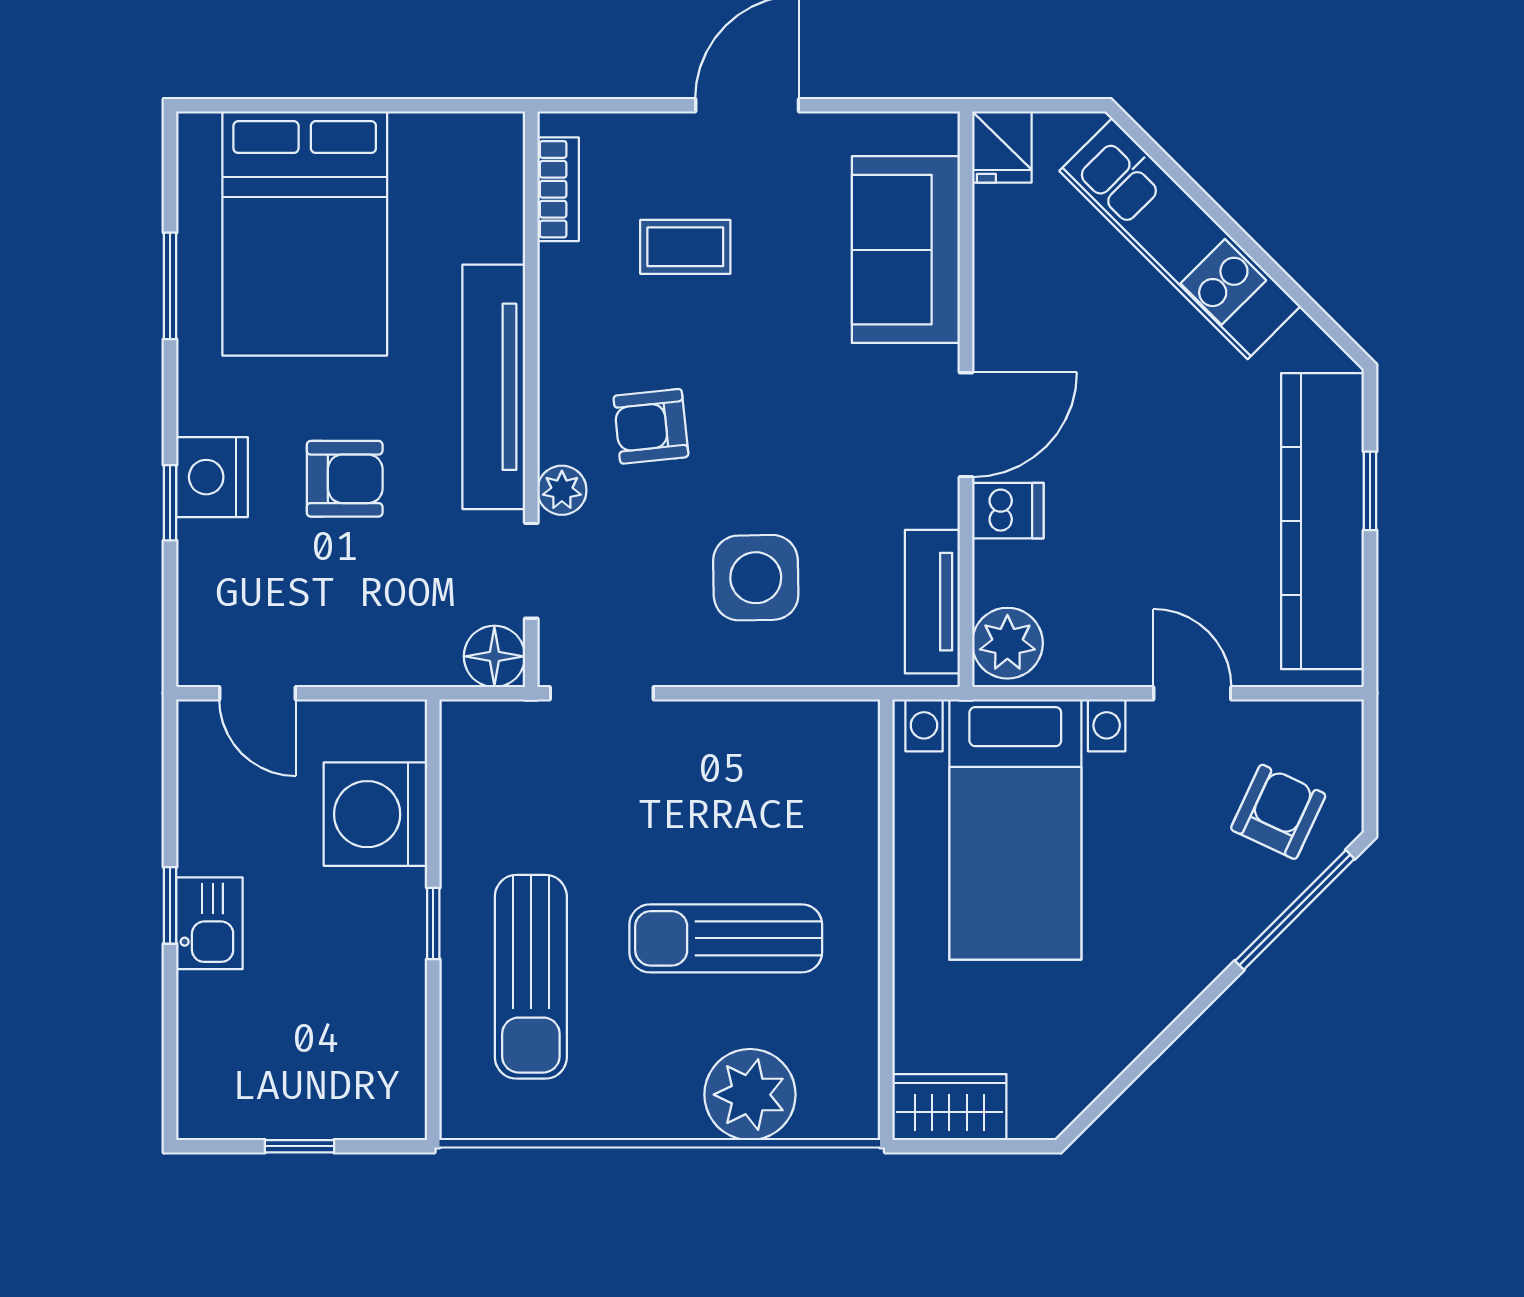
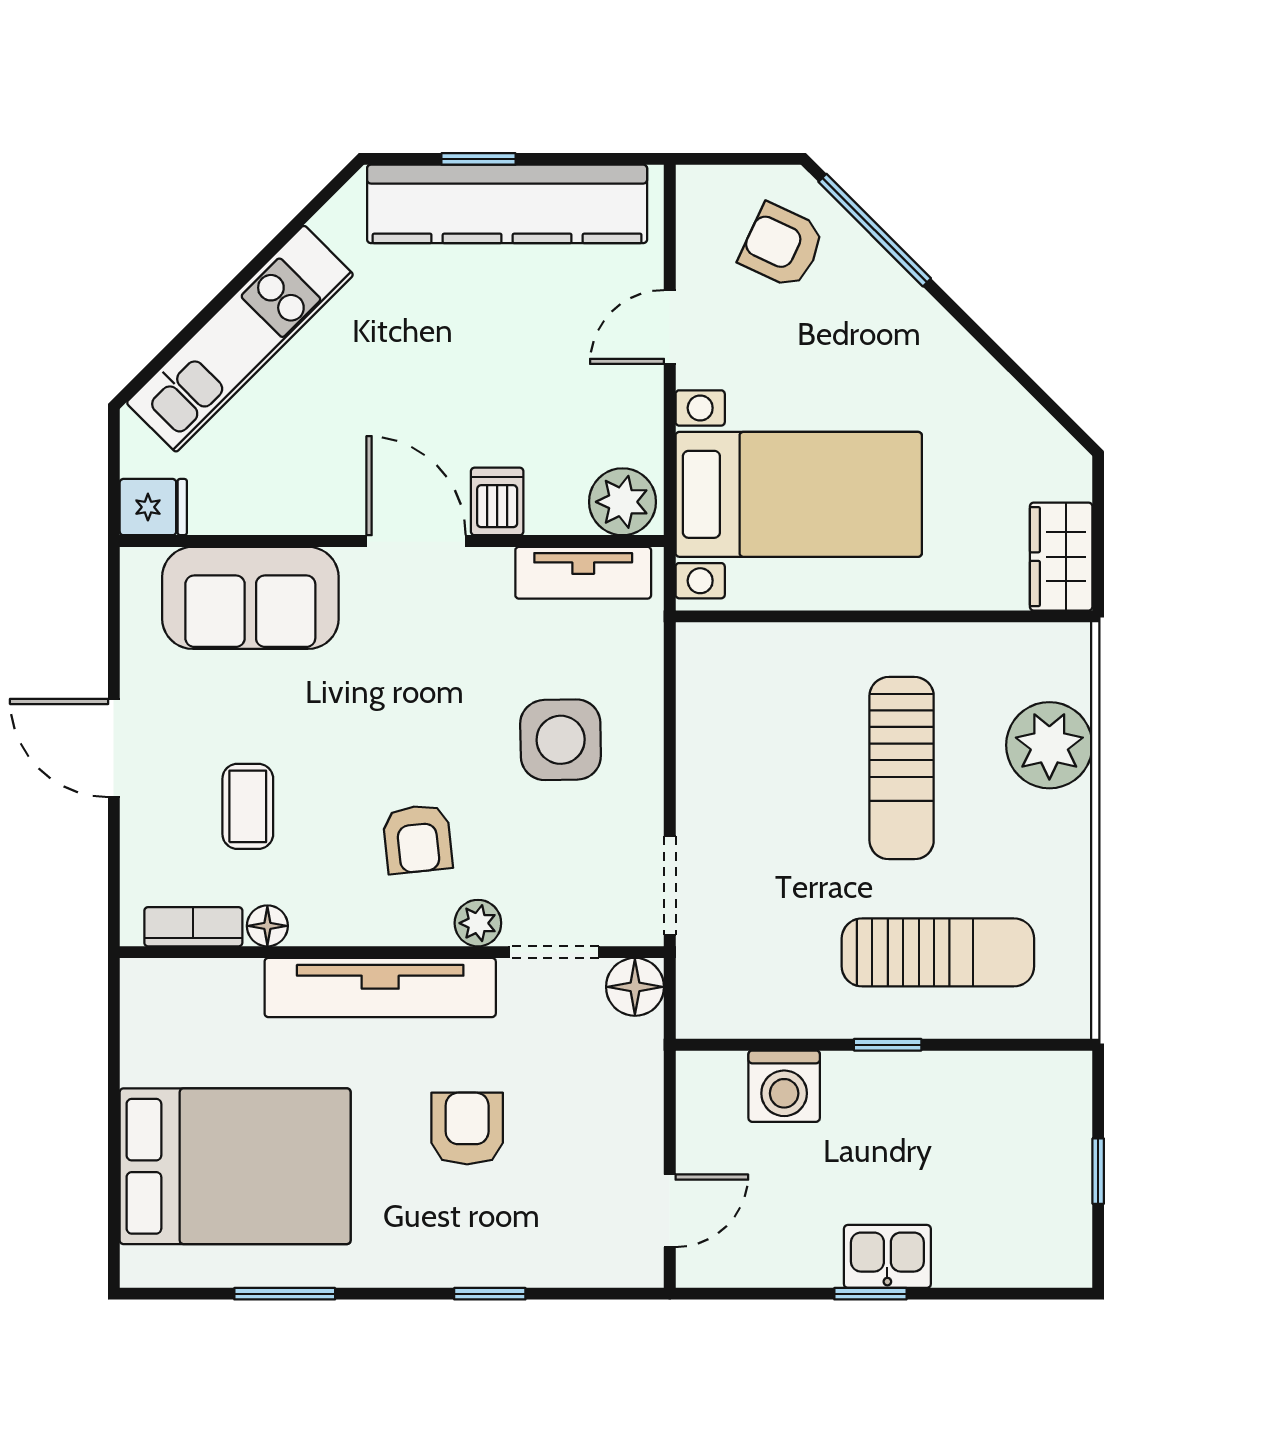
floor lamp: (559, 268) -> (267, 926), added
nightstand: (212, 477) -> (465, 1254), removed
washing machine: (375, 814) -> (784, 1086), width x0.73, depth x0.73

